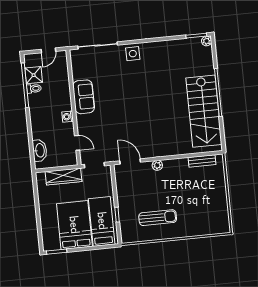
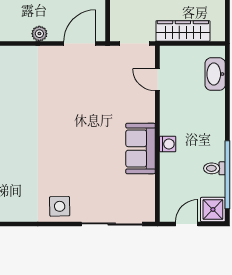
shower: (34, 75) -> (213, 209), moved
washing machine: (68, 117) -> (168, 144), moved
door: (130, 162) -> (80, 44), swing flipped

